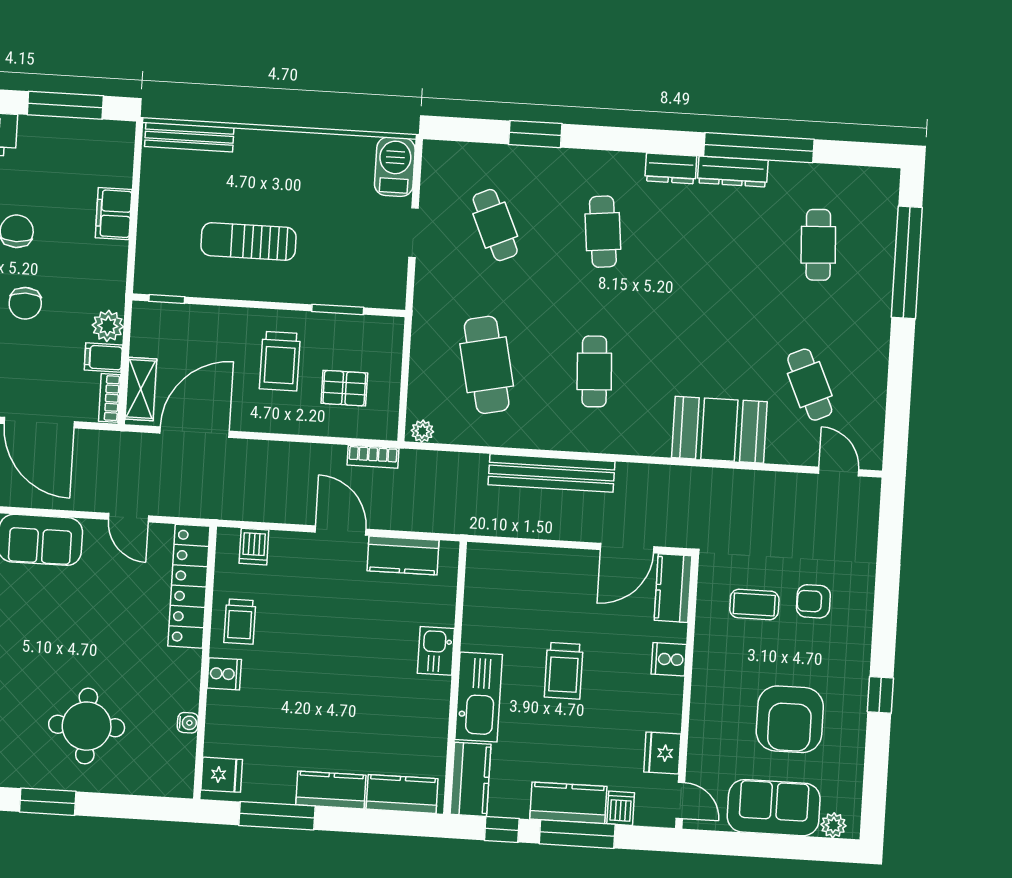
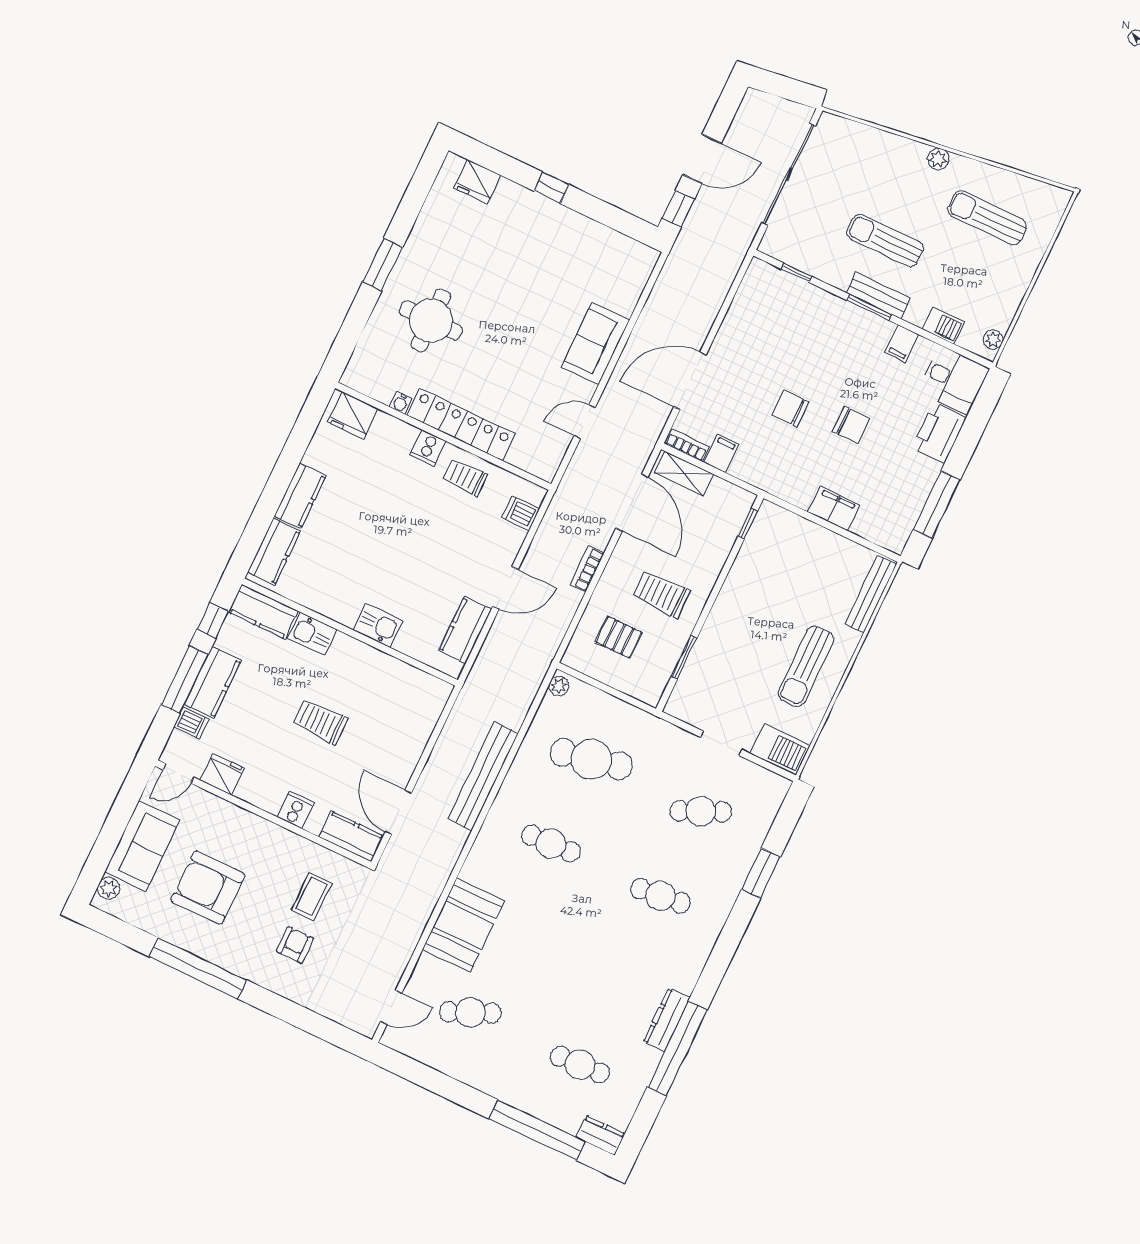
dresser: (671, 168) -> (600, 1135), moved, turned 90
sun lounger: (248, 241) -> (806, 666), moved, turned 180
plant: (108, 326) -> (746, 467), removed
pallet: (344, 388) -> (619, 637), turned 90
bookcase: (373, 457) -> (587, 569), moved
locker: (189, 586) -> (461, 425), moved
window: (880, 695) -> (198, 968), width x3.17
kitchen sink: (479, 697) -> (312, 634), width x0.53, depth x0.81
fridge: (222, 775) -> (353, 415), width x1.38
window: (277, 816) -> (297, 444), removed

